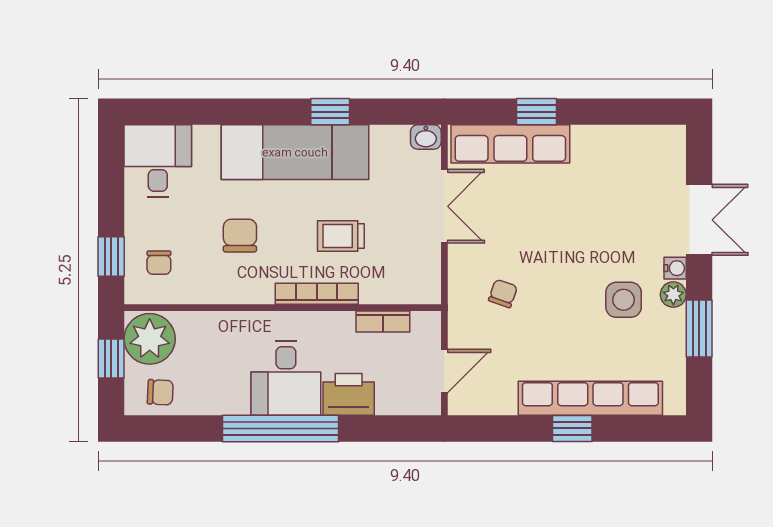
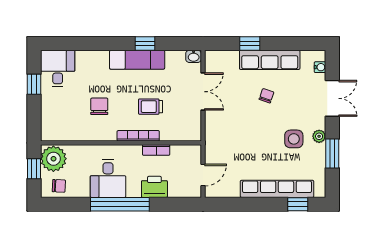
row of seats: (510, 144) -> (270, 60), moved
exam couch: (295, 152) -> (137, 60), width x0.73, depth x0.69
window: (111, 256) -> (34, 84), moved
chair: (159, 263) -> (58, 120), removed
water cooler: (675, 268) -> (320, 67), moved
chair: (503, 293) -> (267, 96), moved
bookcase: (383, 322) -> (156, 150), moved
desk: (286, 378) -> (108, 179), moved
window: (572, 428) -> (298, 204), moved

